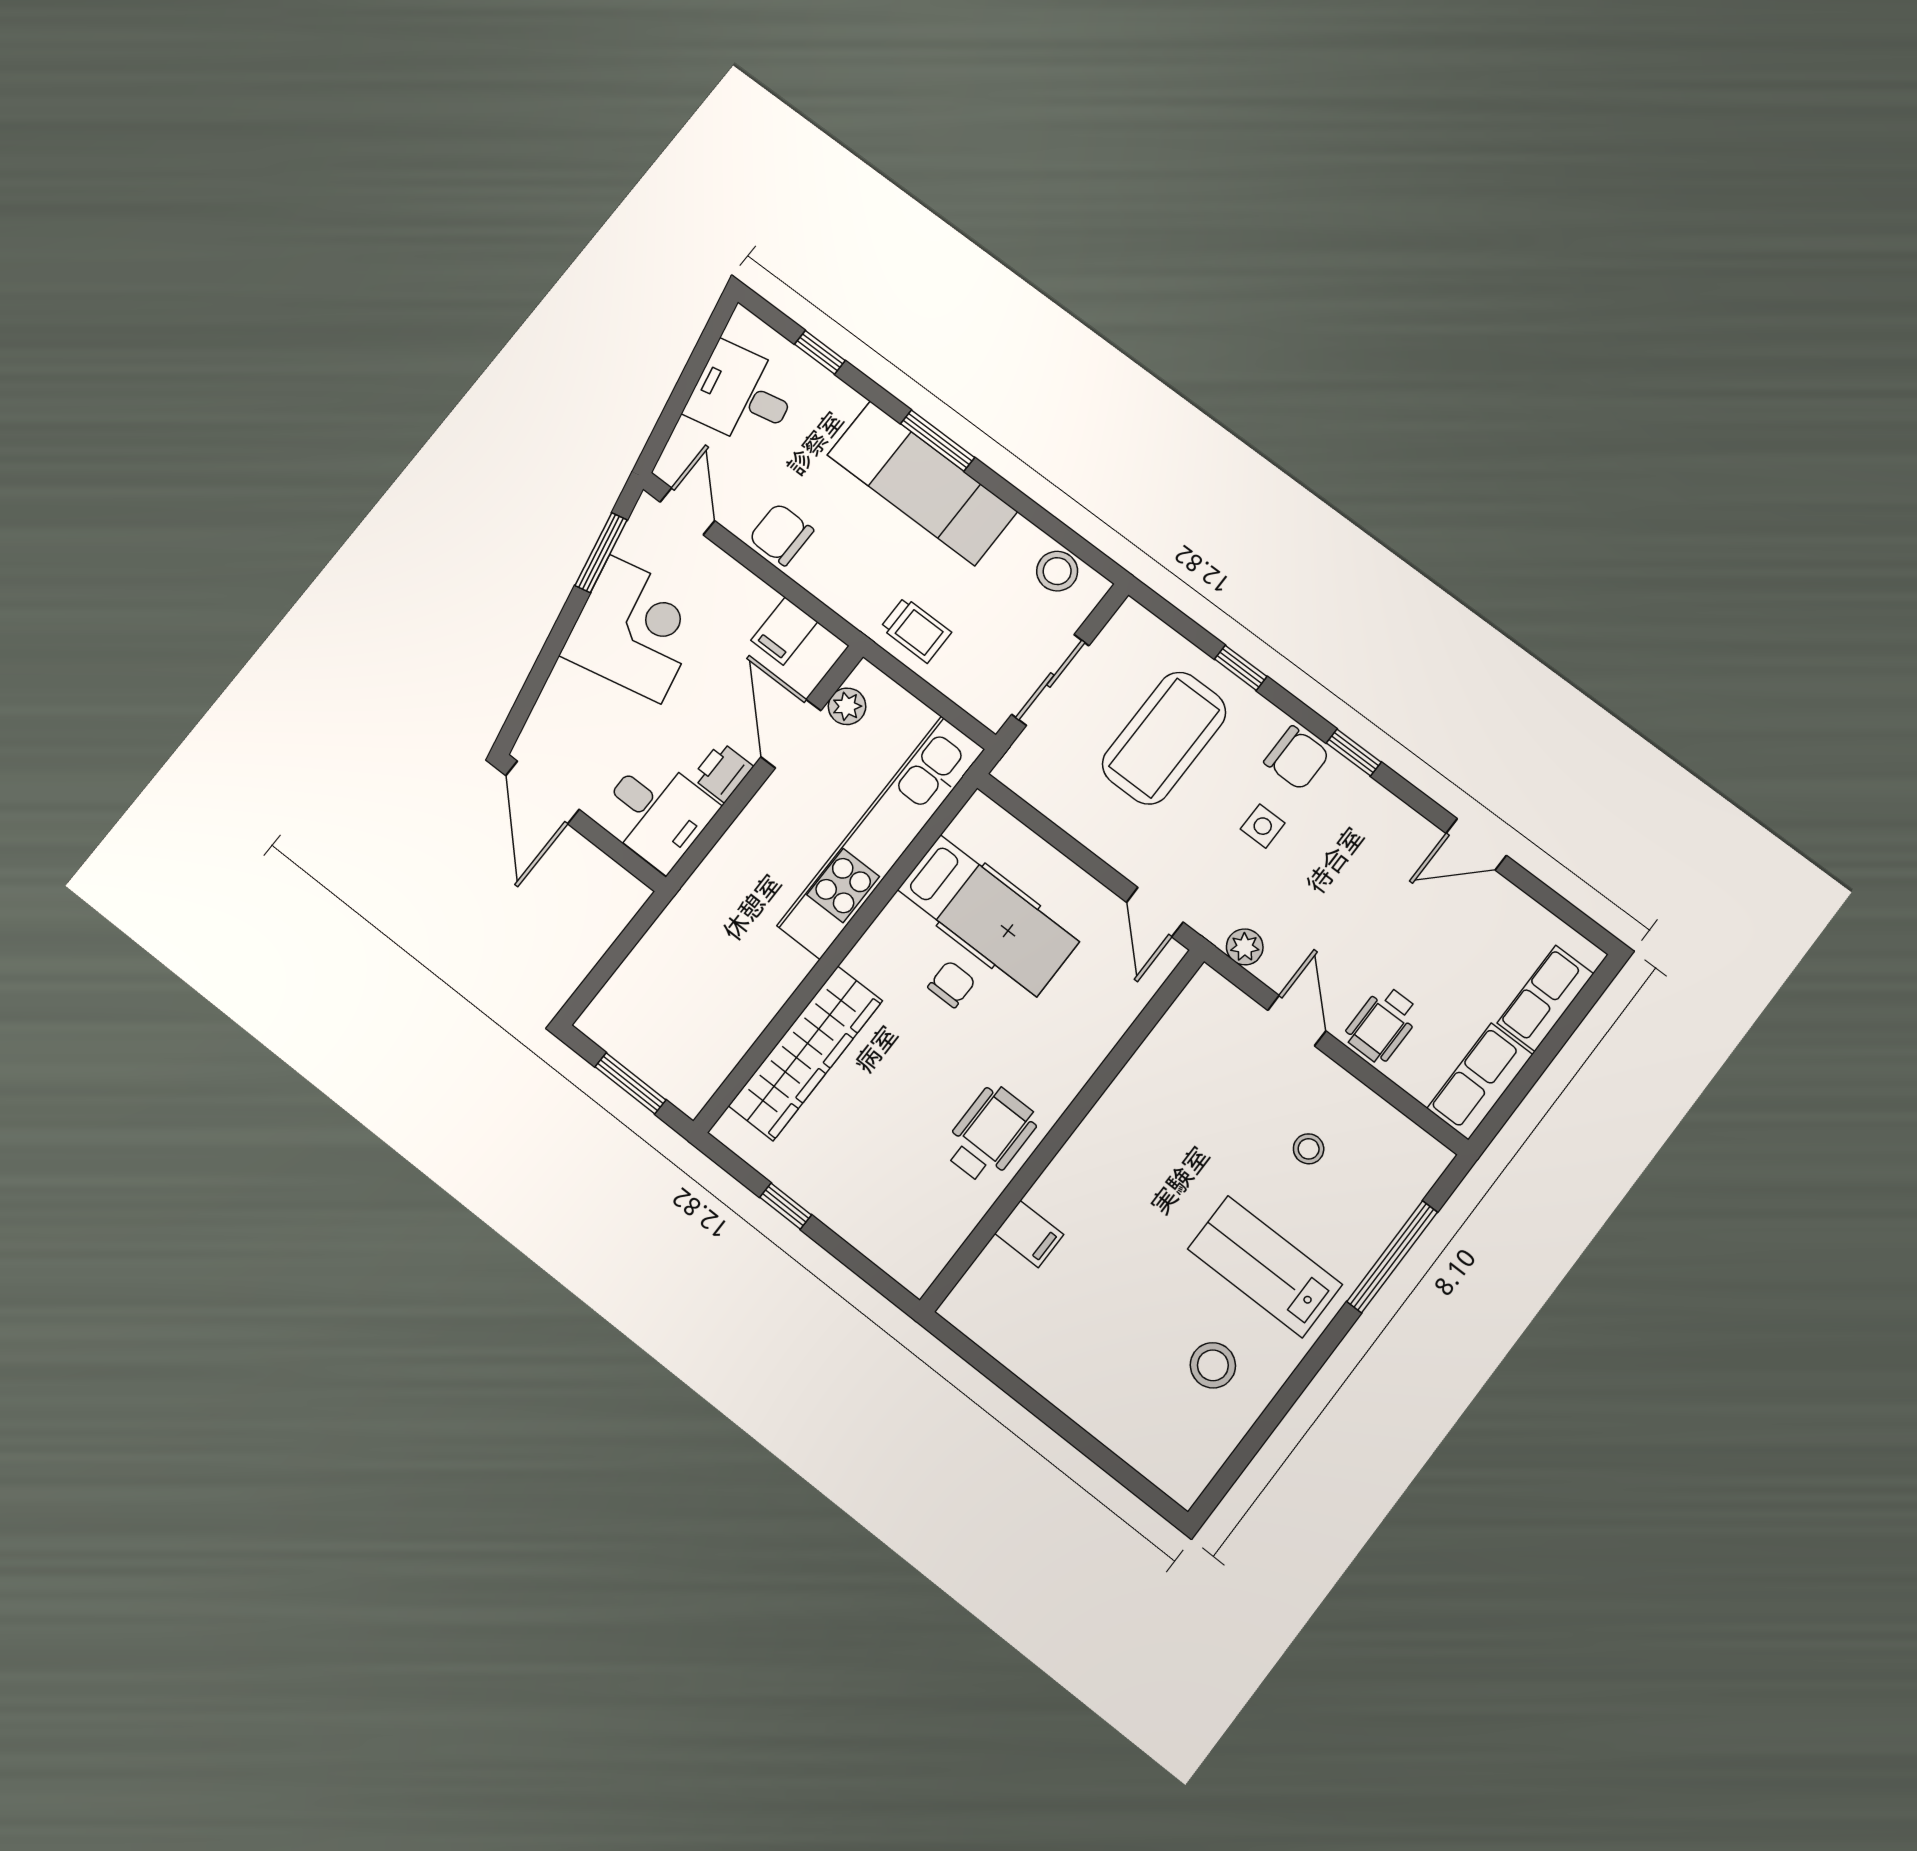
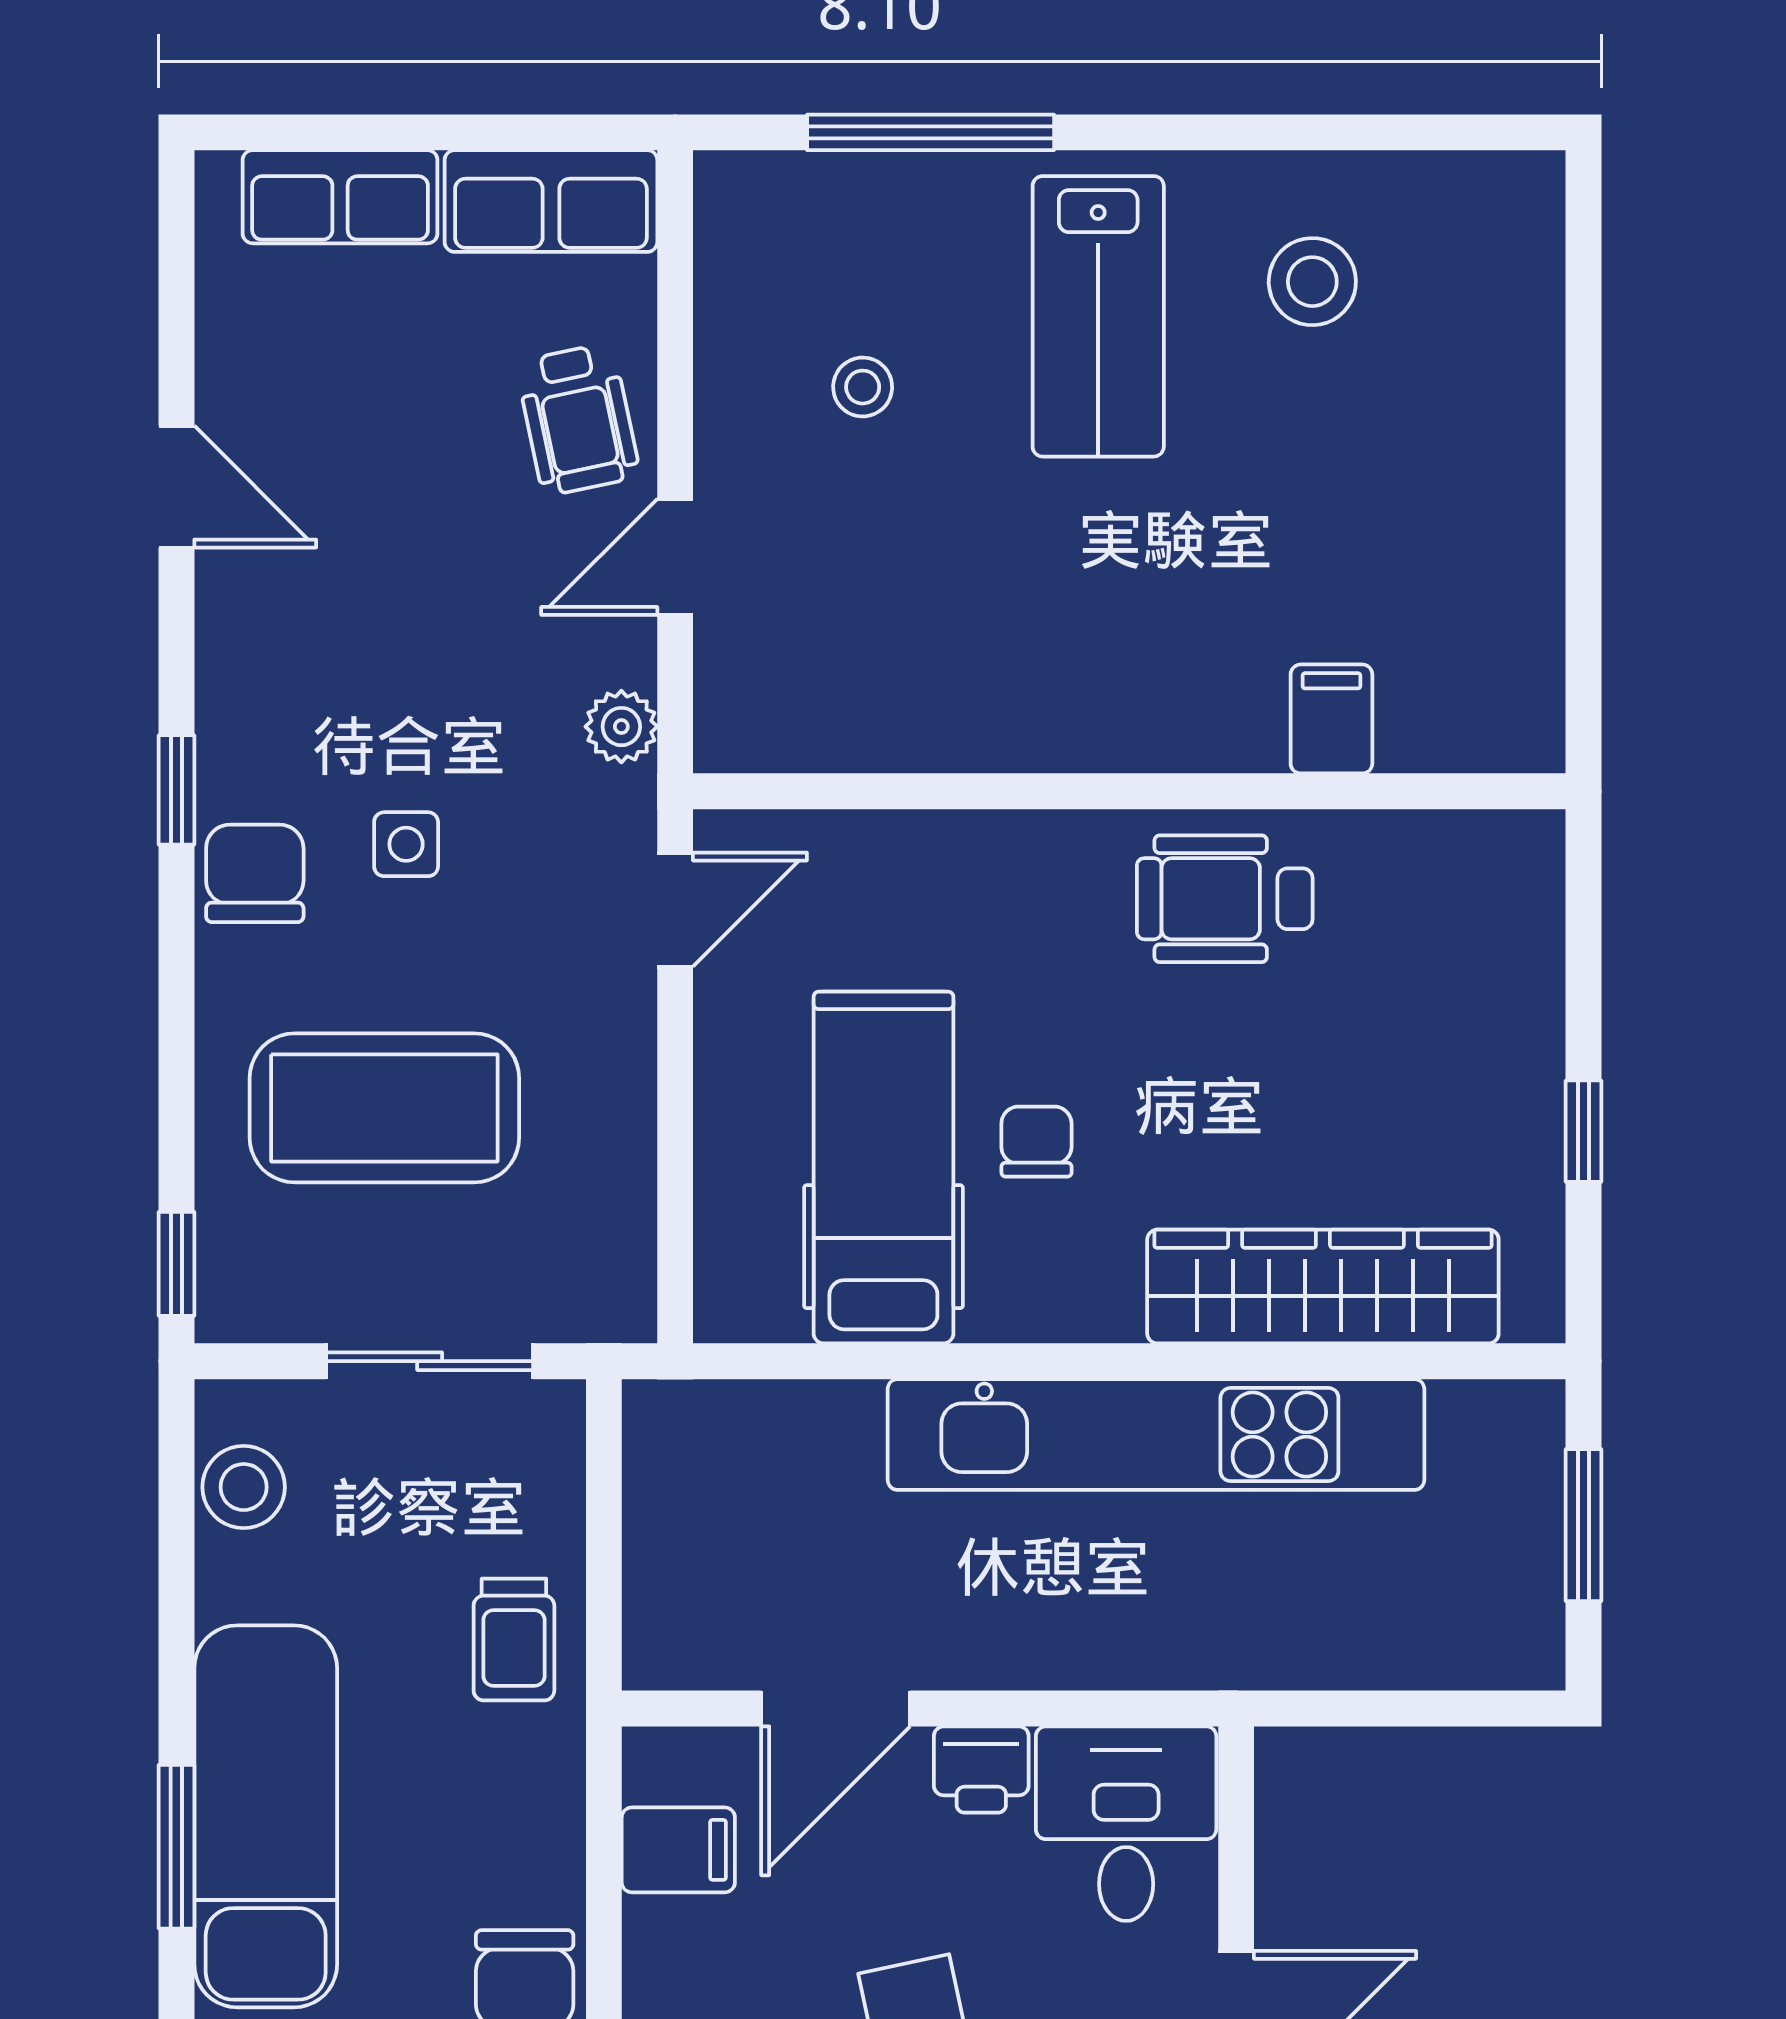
trolley: (916, 630) -> (514, 1639), turned 180
window: (1241, 668) -> (176, 1264), moved
plant: (847, 706) -> (722, 1653), removed
kitchen unit: (881, 837) -> (1156, 1434), moved
chair: (952, 984) -> (1036, 1142), turned 90
wheelchair: (1382, 1024) -> (578, 419), turned 78

